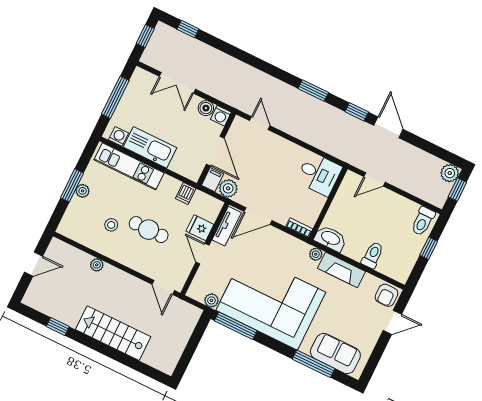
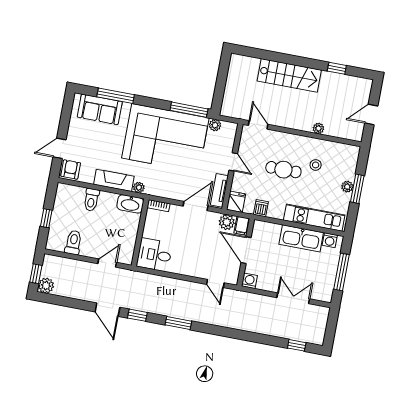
window: (145, 36) -> (331, 330), removed
boiler: (206, 108) -> (264, 284), removed
toilet: (423, 221) -> (73, 242), moved
fridge: (200, 228) -> (236, 202), moved, turned -90

